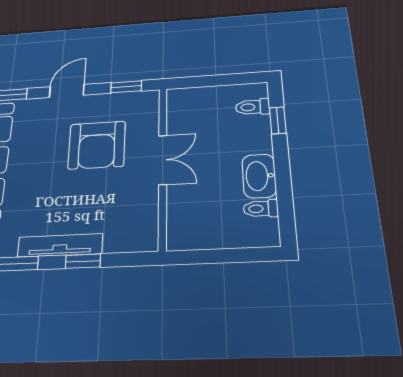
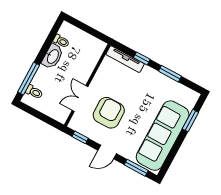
window: (278, 120) -> (29, 79), width x2.17
double door: (163, 160) -> (80, 99), moved
tv unit: (60, 245) -> (125, 59), moved

